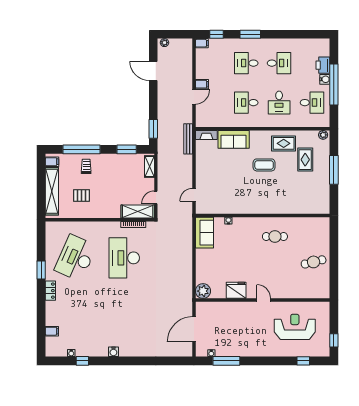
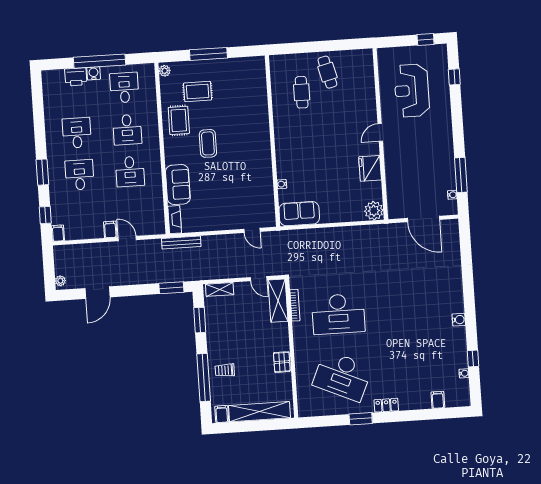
desk: (246, 63) -> (80, 175), turned 180
desk: (279, 103) -> (127, 130), turned 90
pallet: (81, 195) -> (282, 362), moved
cafe table: (275, 236) -> (302, 92), moved

